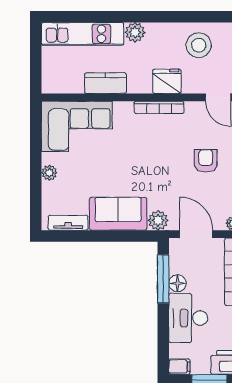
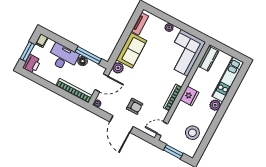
fridge: (167, 81) -> (189, 96), moved
kitchen counter: (105, 83) -> (208, 59), moved

